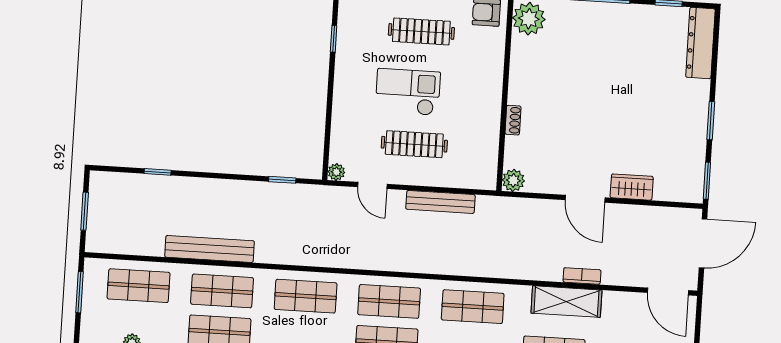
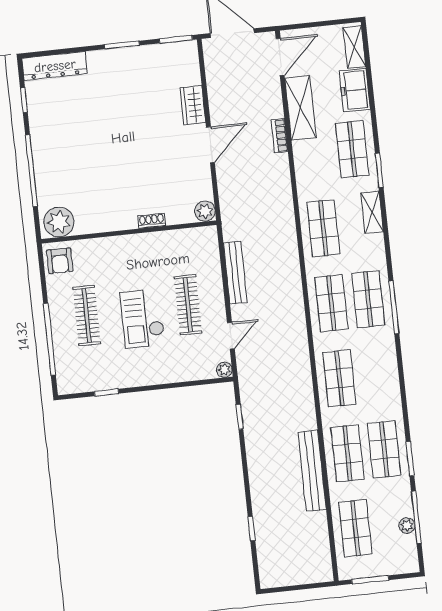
window: (85, 211) -> (297, 587), removed
shelving: (566, 302) -> (301, 108), moved

